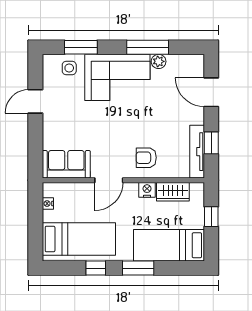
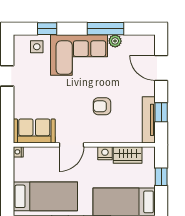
window: (81, 47) -> (47, 29), width x0.67
armchair: (146, 158) -> (102, 106), moved
nightstand: (48, 204) -> (18, 152), moved

